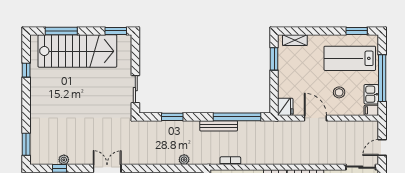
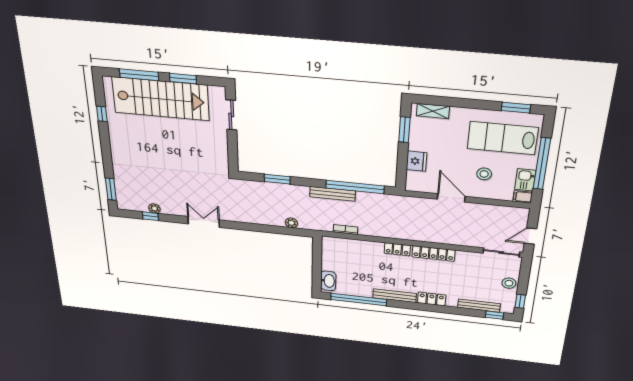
window: (116, 31) -> (183, 79), moved
sliding door: (135, 89) -> (231, 115), moved
fridge: (285, 107) -> (416, 161), moved

